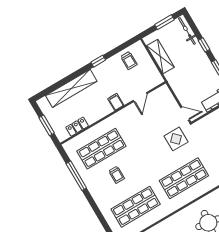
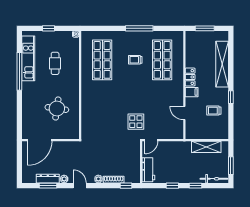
trolley: (129, 61) -> (214, 111), moved
locker: (77, 127) -> (190, 77), moved
window: (76, 176) -> (139, 28), moved
shop shelf: (184, 178) -> (102, 110), removed

